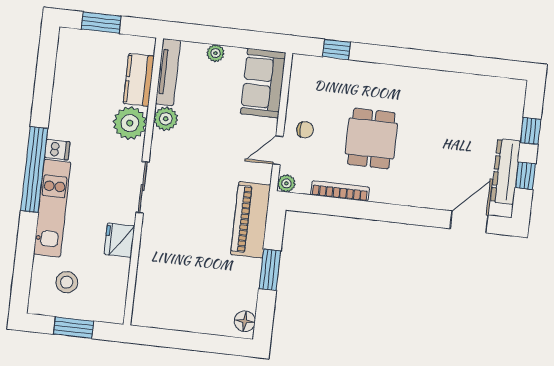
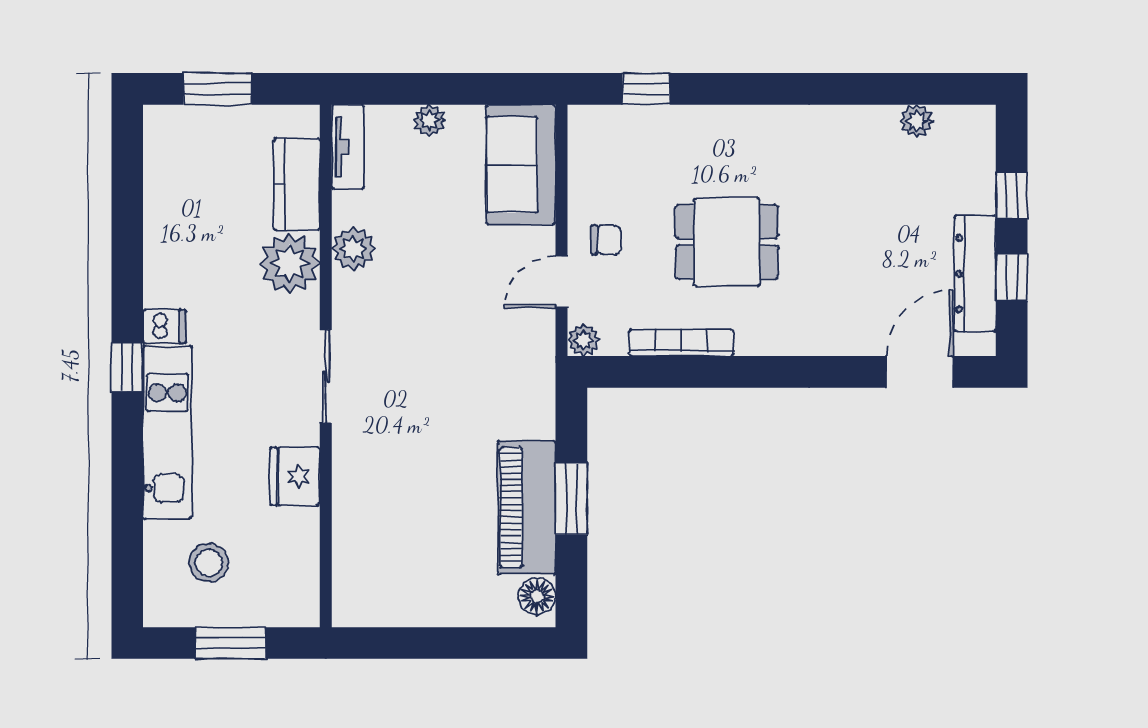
tv unit: (168, 72) -> (348, 147), width x0.71
plant: (483, 84) -> (917, 121), added
dining table: (371, 139) -> (727, 242), turned 90
window: (34, 170) -> (127, 367), width x0.32
piano: (251, 220) -> (527, 508), moved

